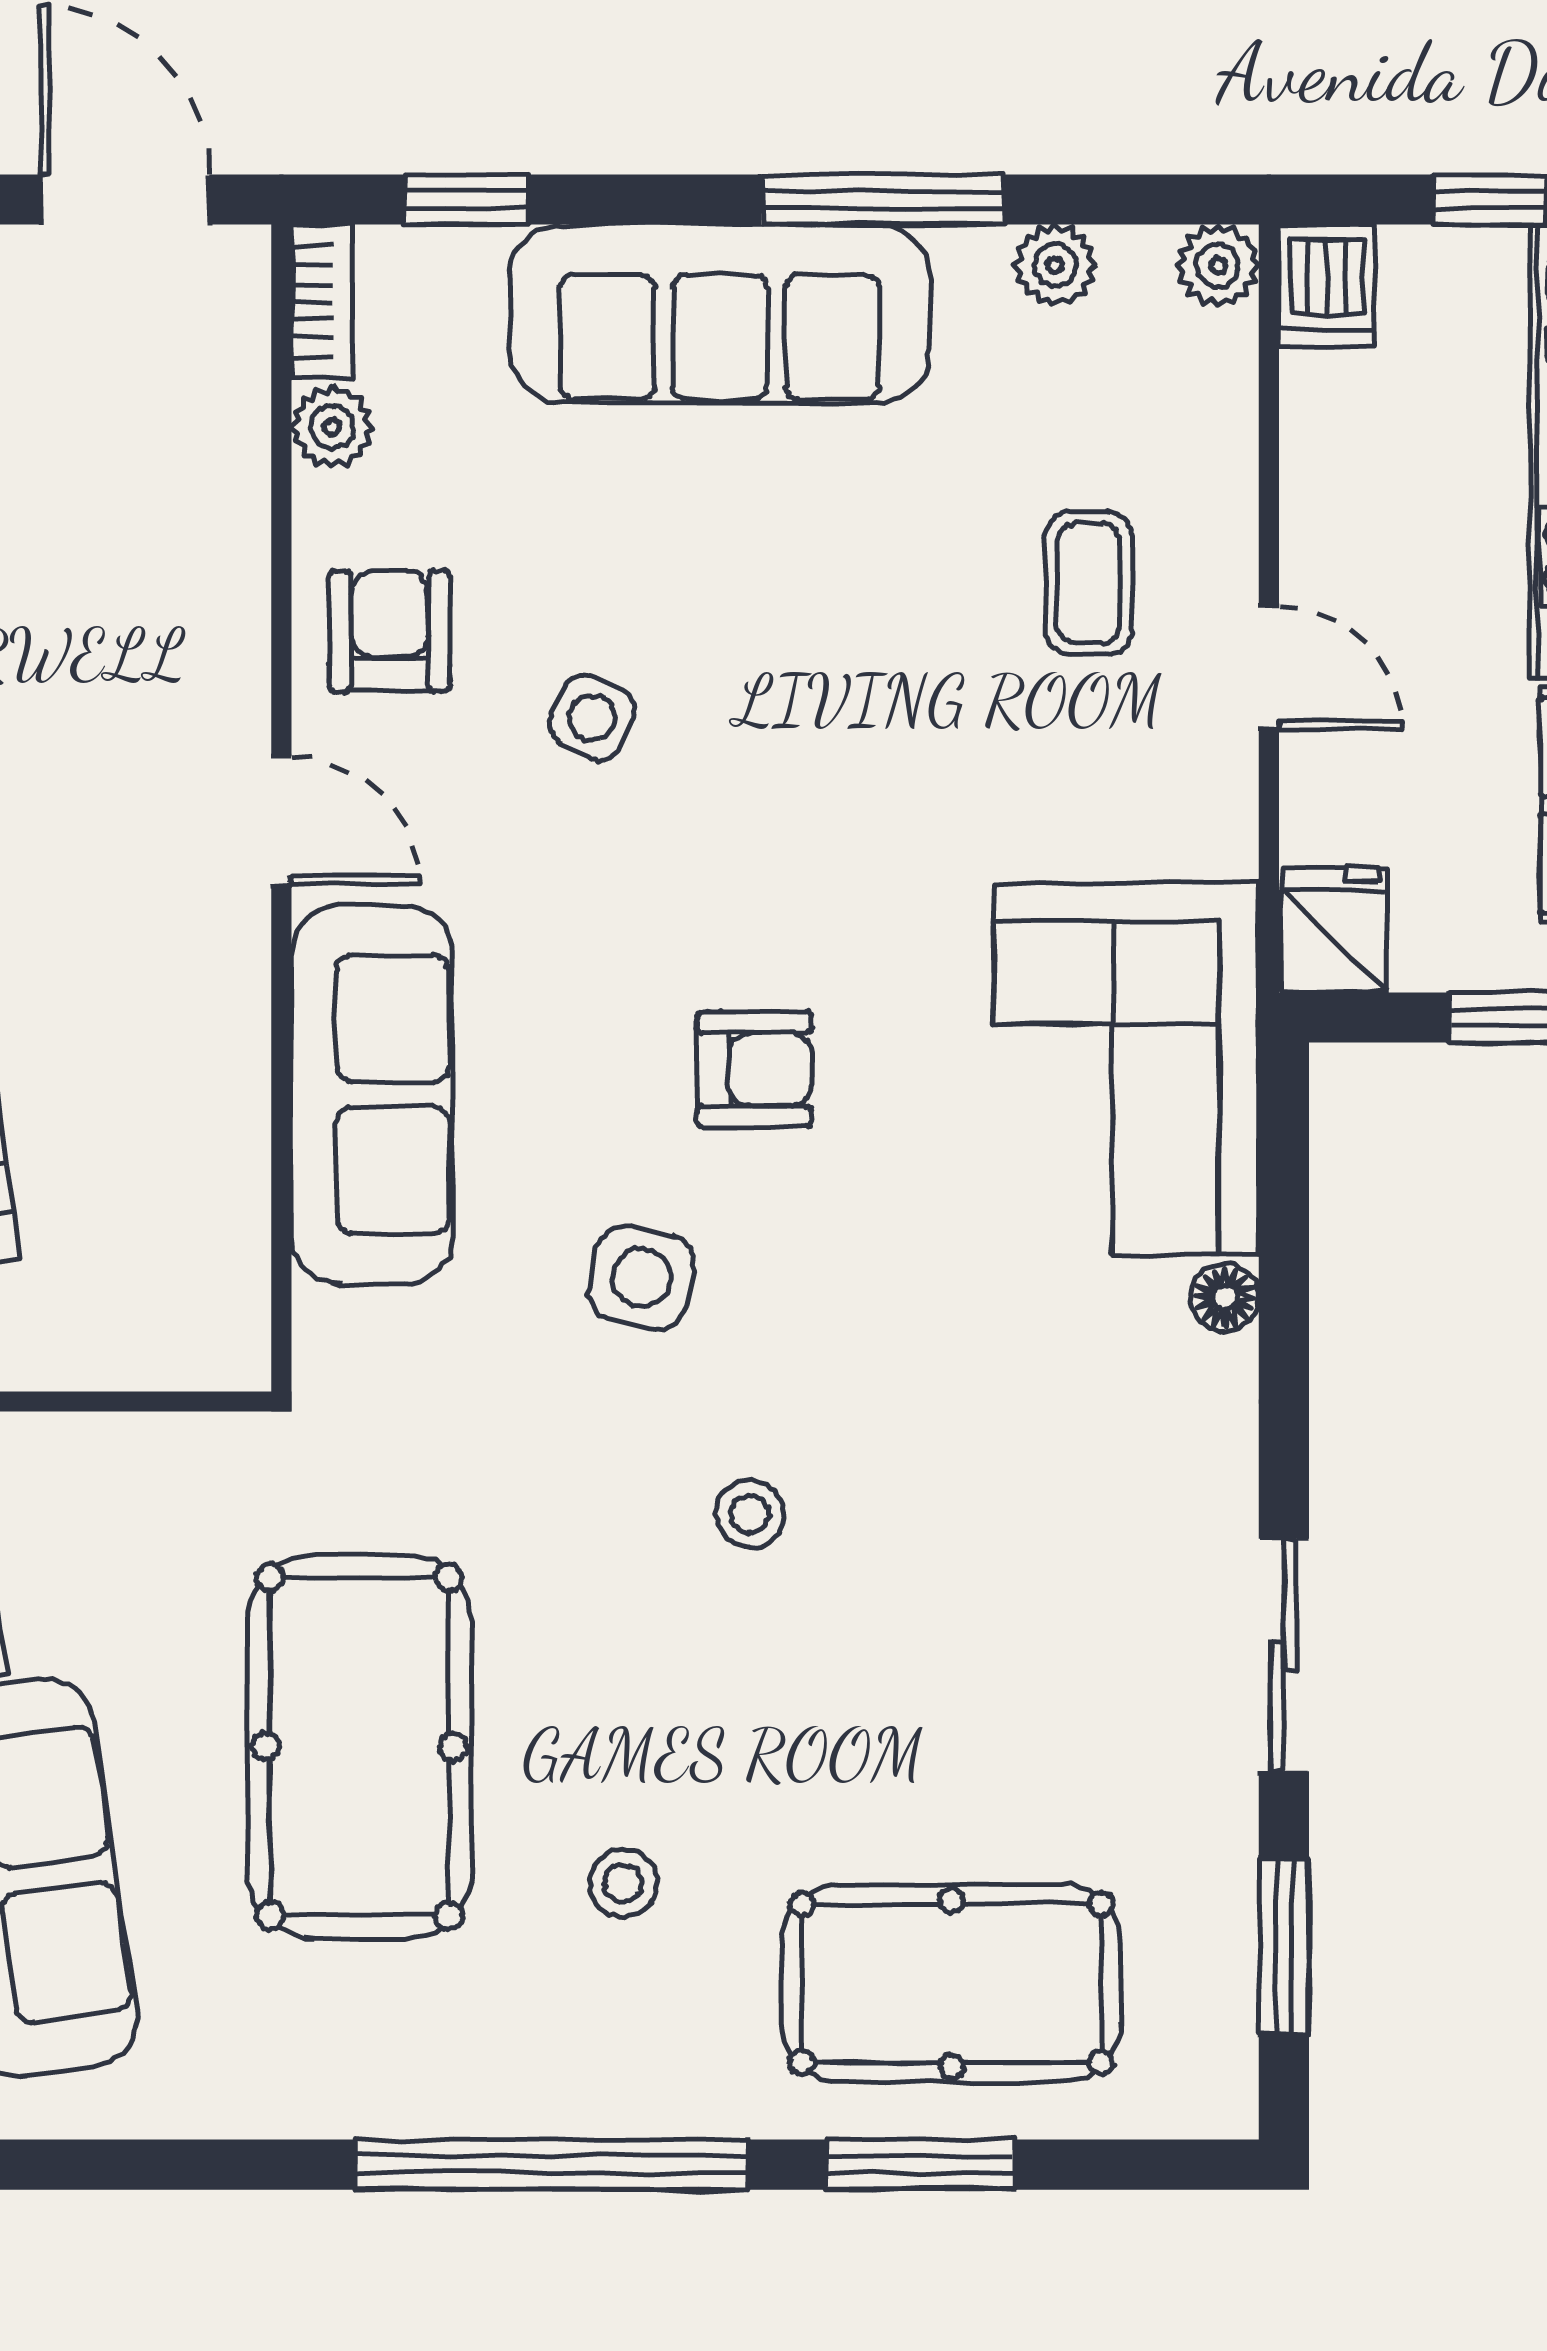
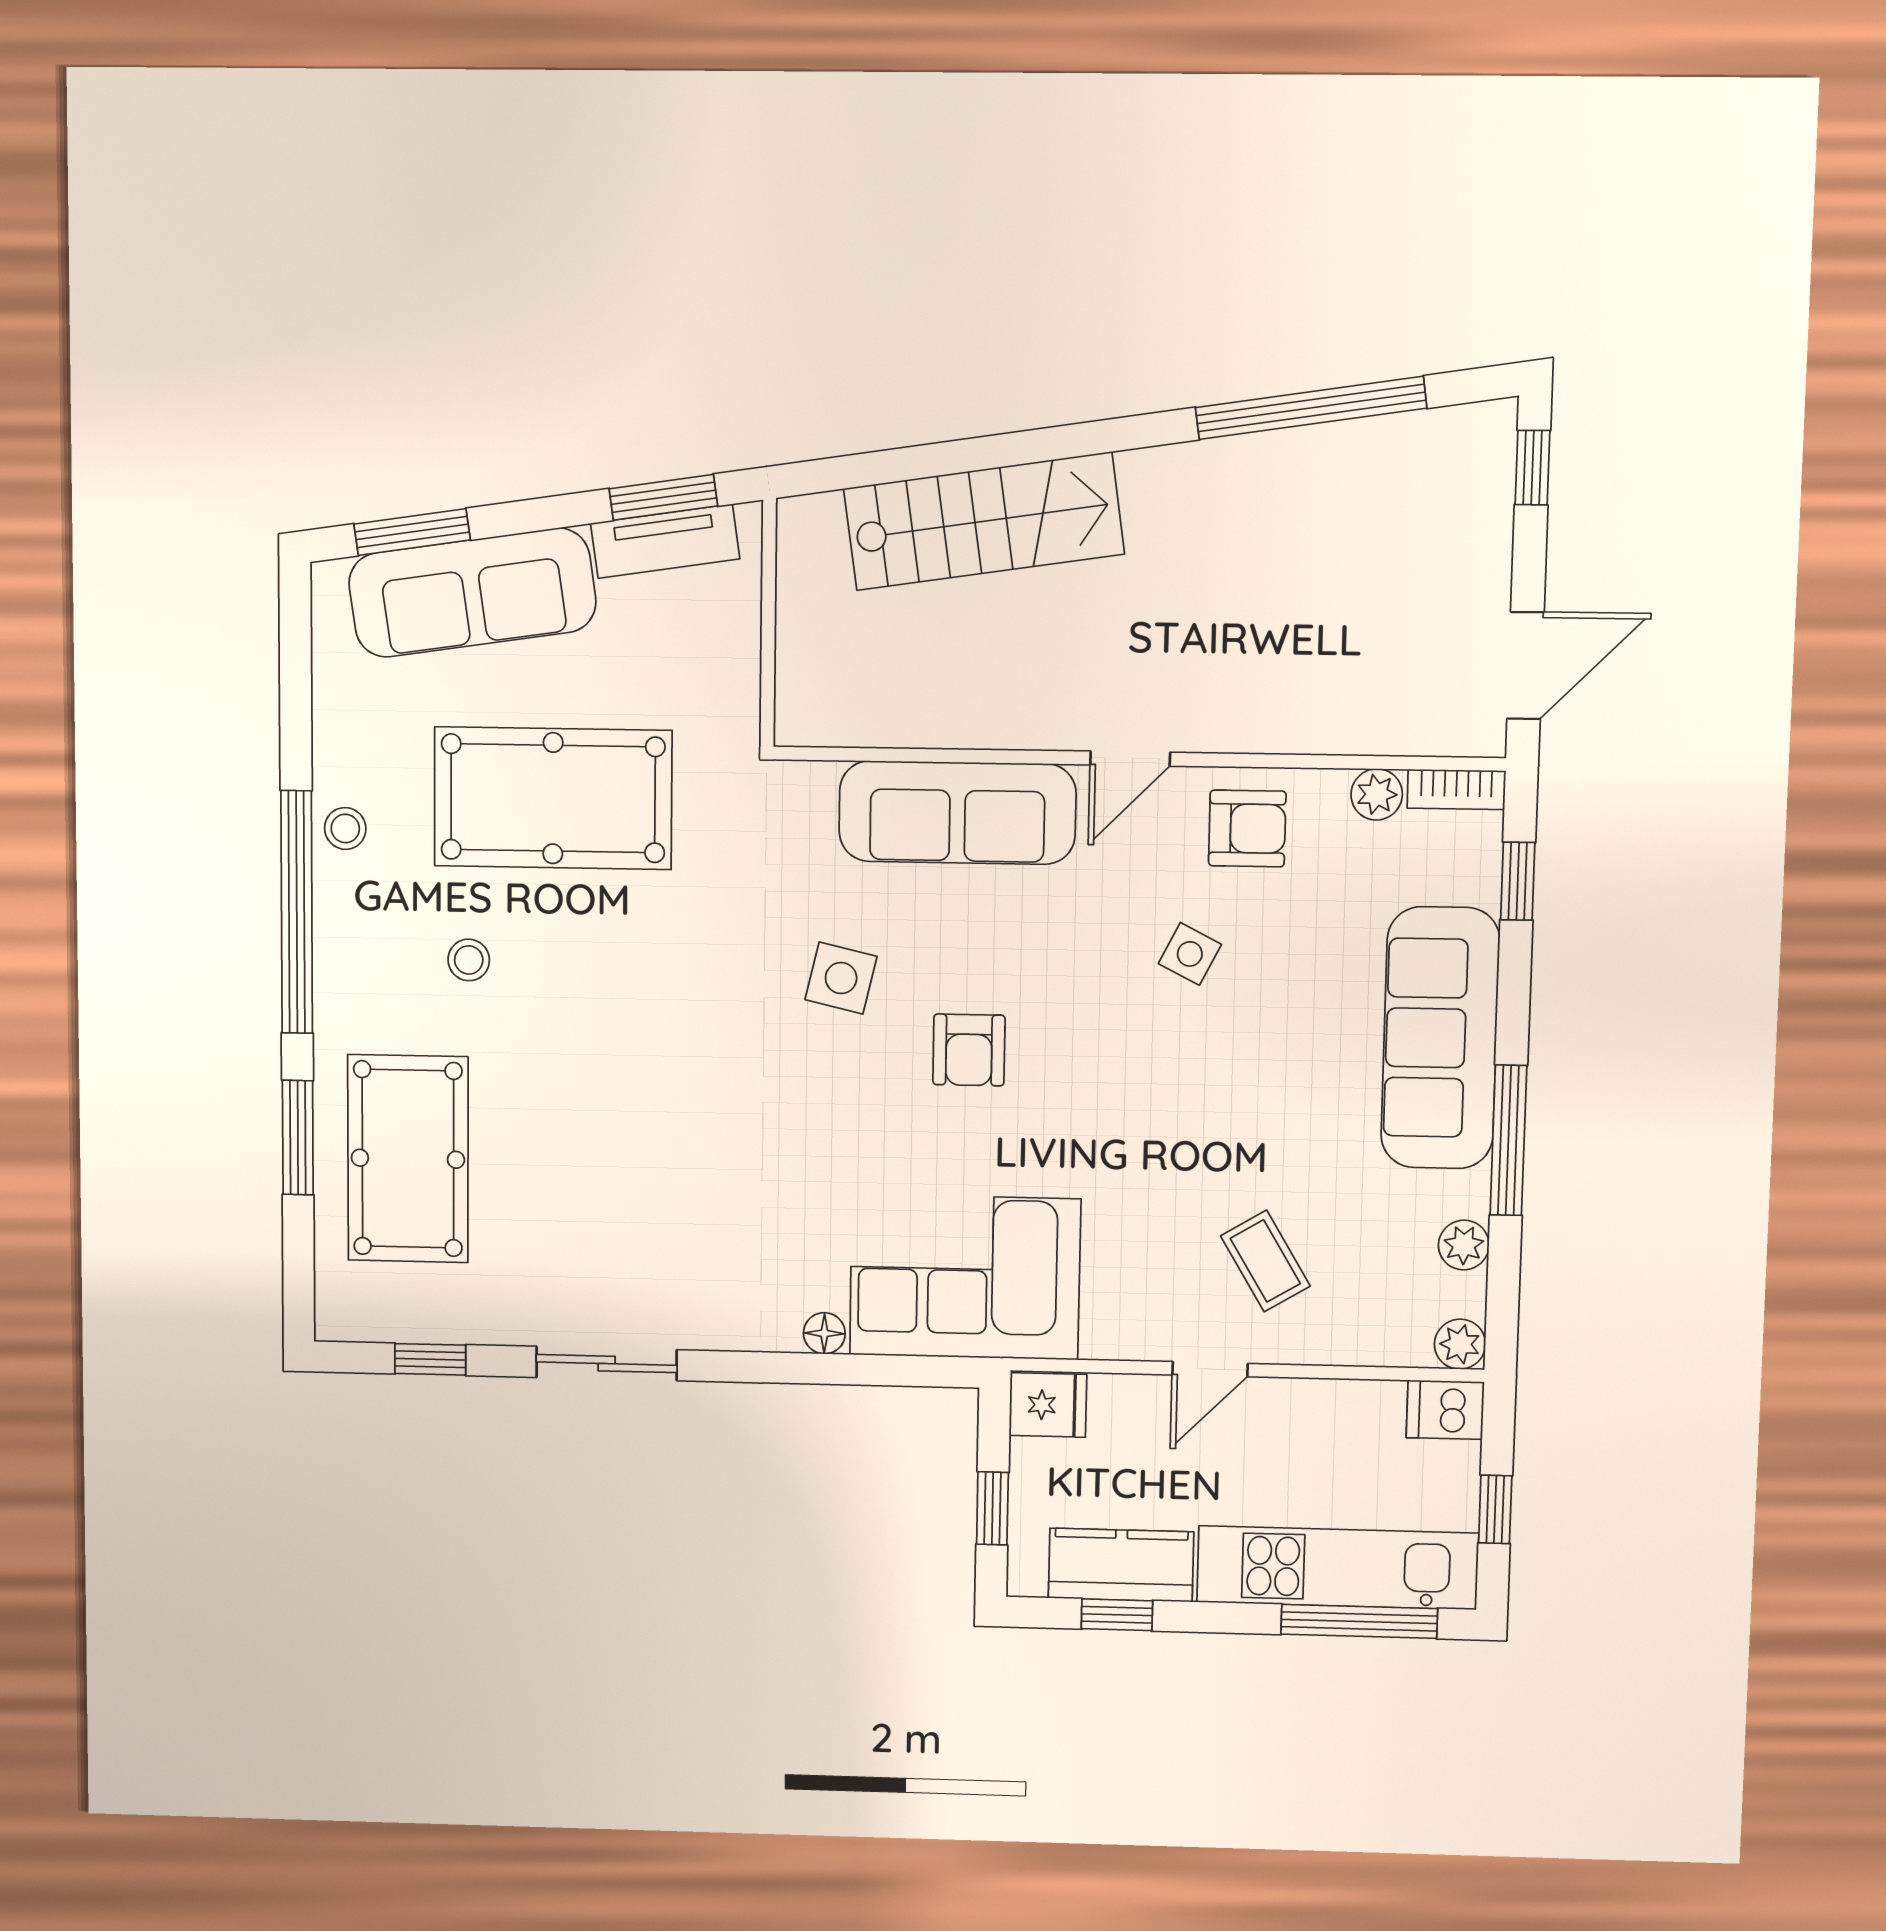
coffee table: (1089, 583) -> (1265, 1261), turned 59
stool: (750, 1514) -> (345, 828), moved
window: (1284, 1947) -> (430, 1359), width x0.67

